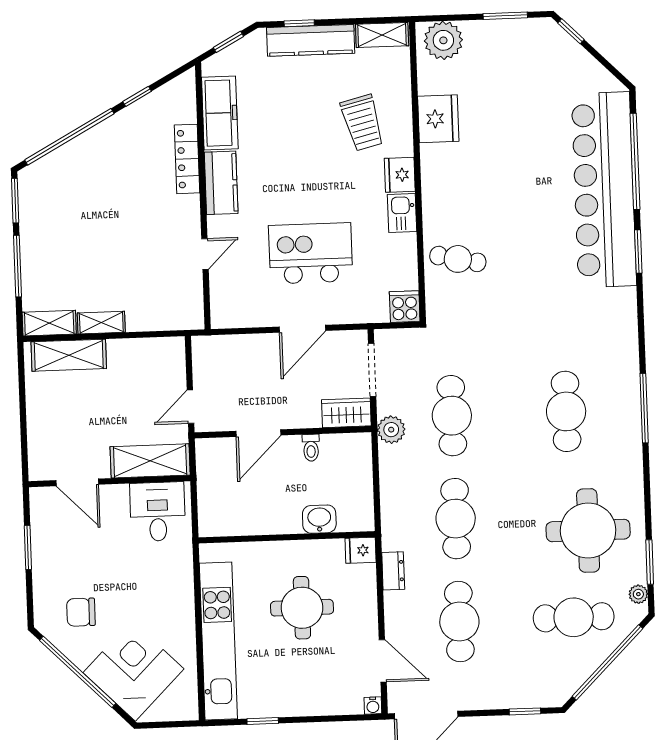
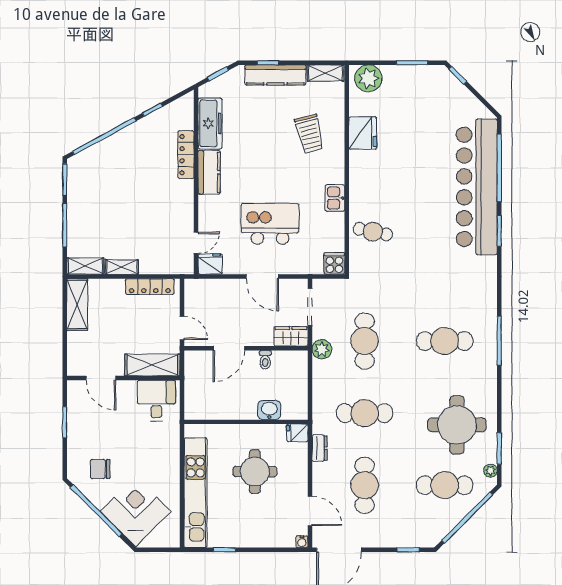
fridge: (400, 175) -> (210, 264), moved, turned 90
door: (205, 254) -> (196, 243), moved
door: (302, 329) -> (262, 276), hinge flipped
locker: (142, 349) -> (150, 287), added
shelving: (69, 355) -> (77, 305), moved, turned 90
door: (191, 407) -> (182, 328), swing flipped
cafe table: (566, 411) -> (445, 341), turned 90
cafe table: (456, 519) -> (365, 413), turned 90

